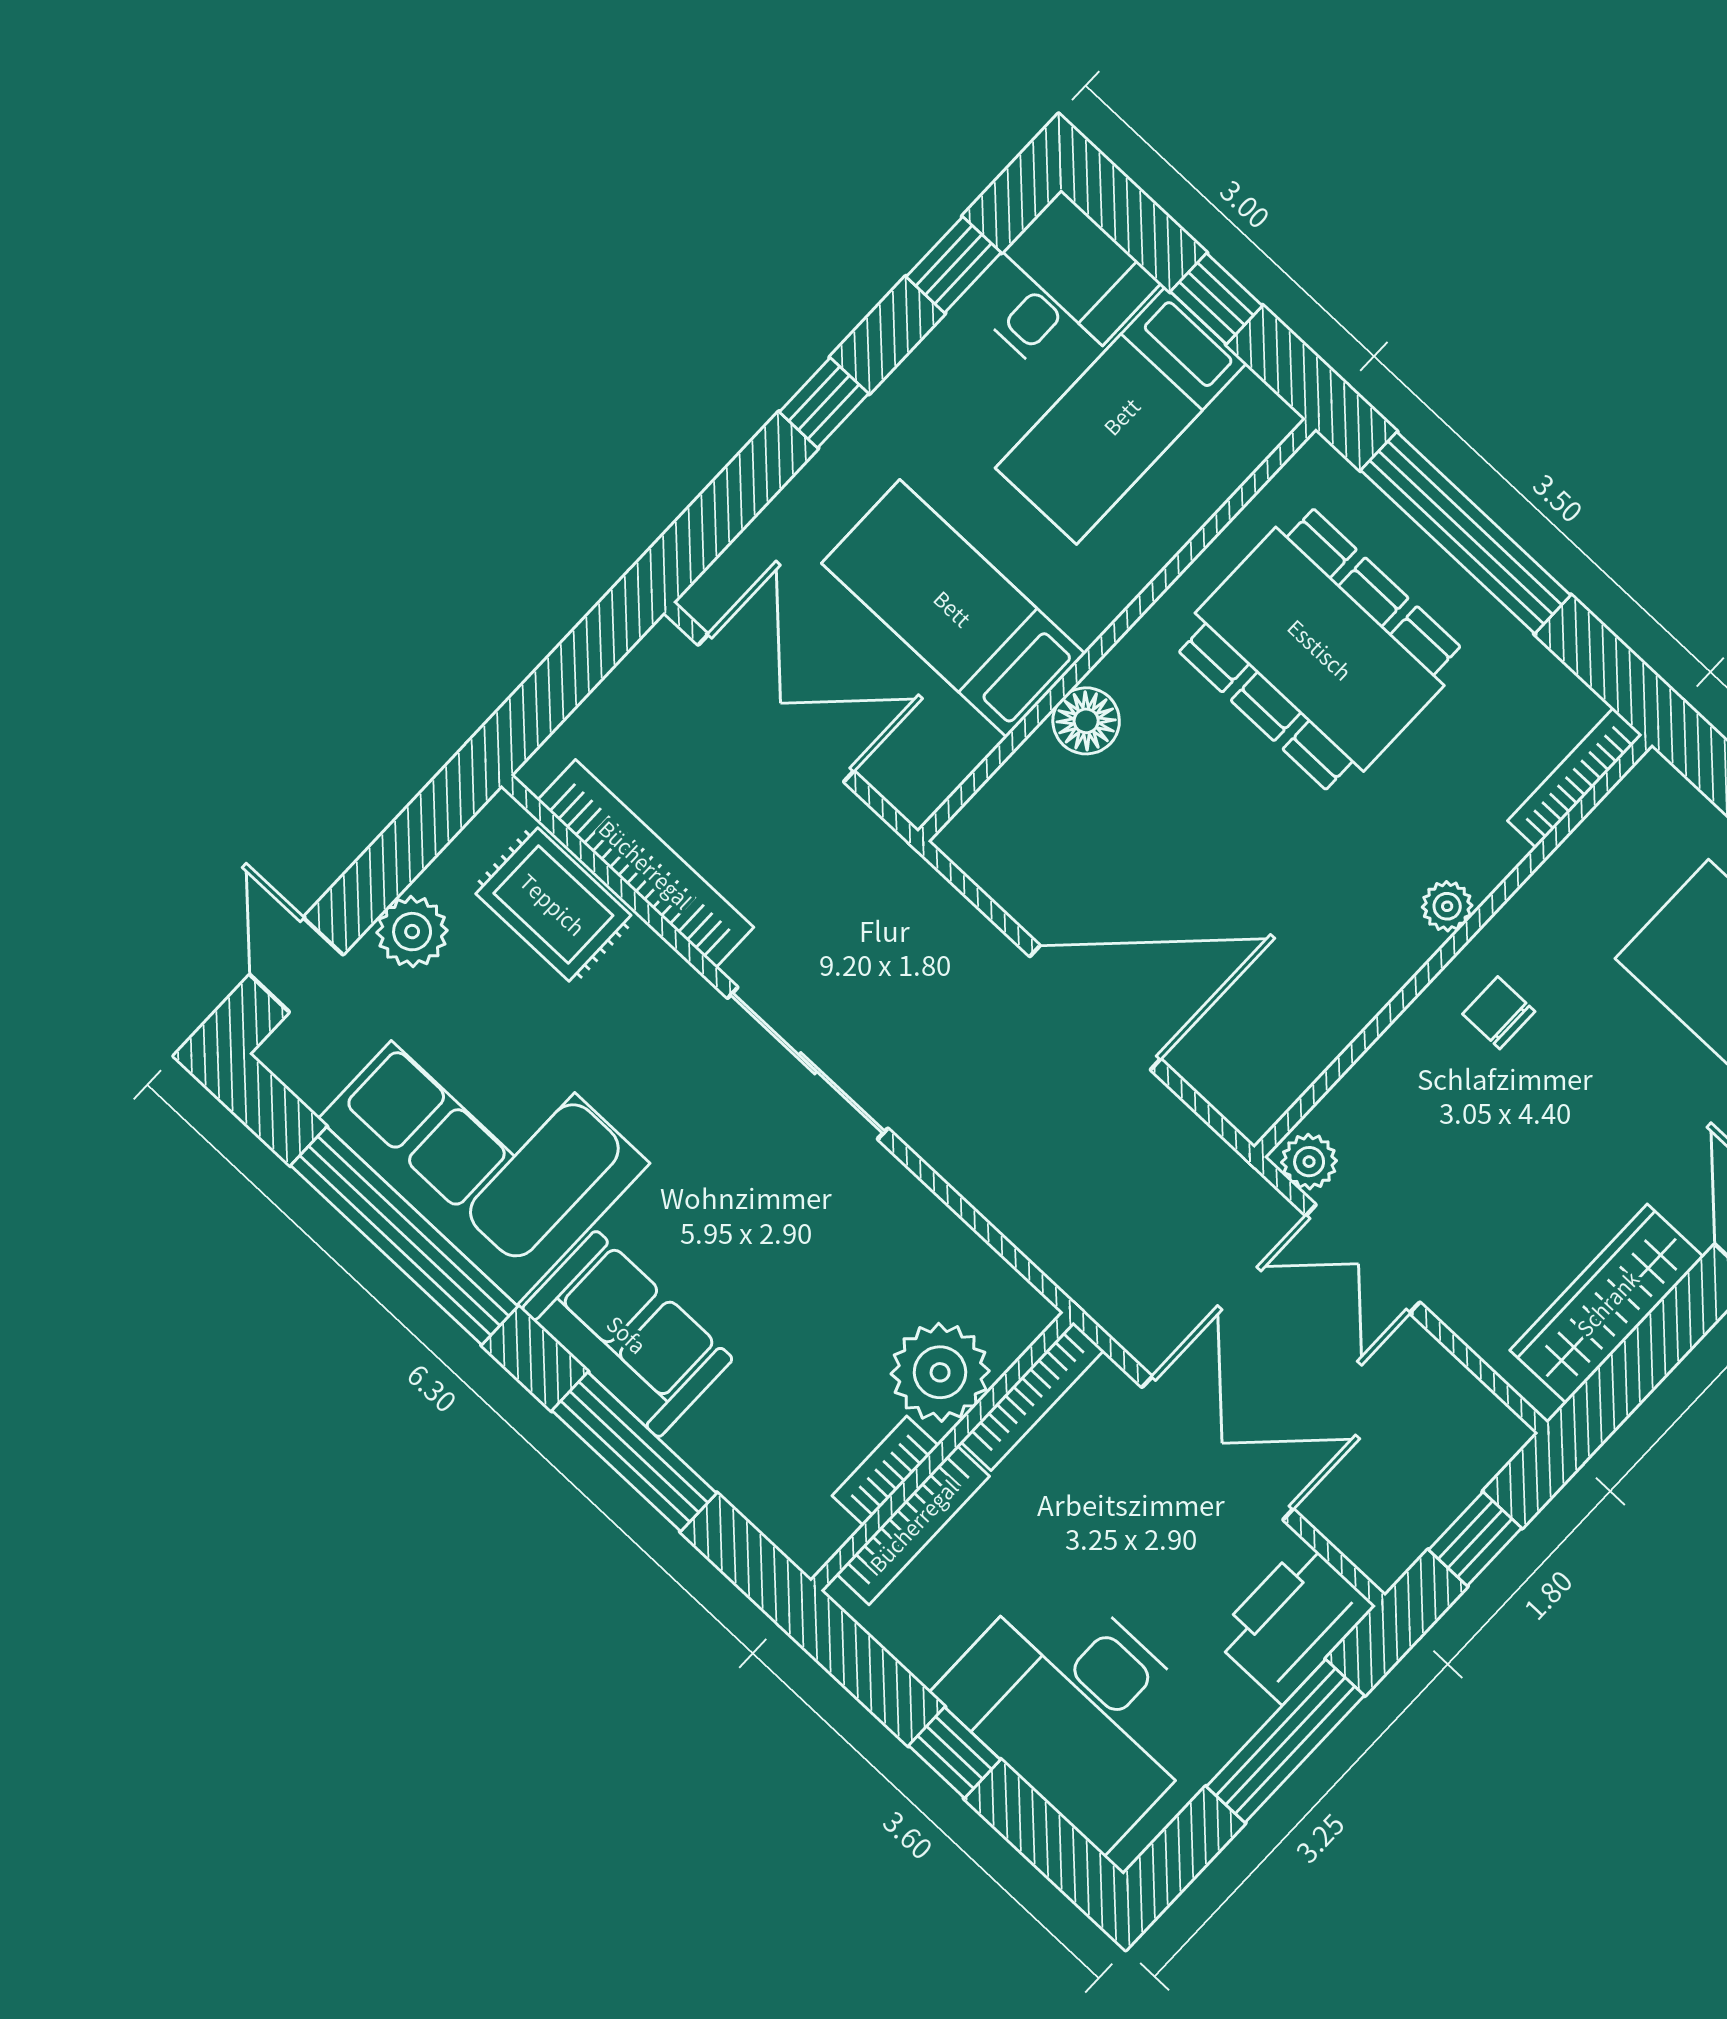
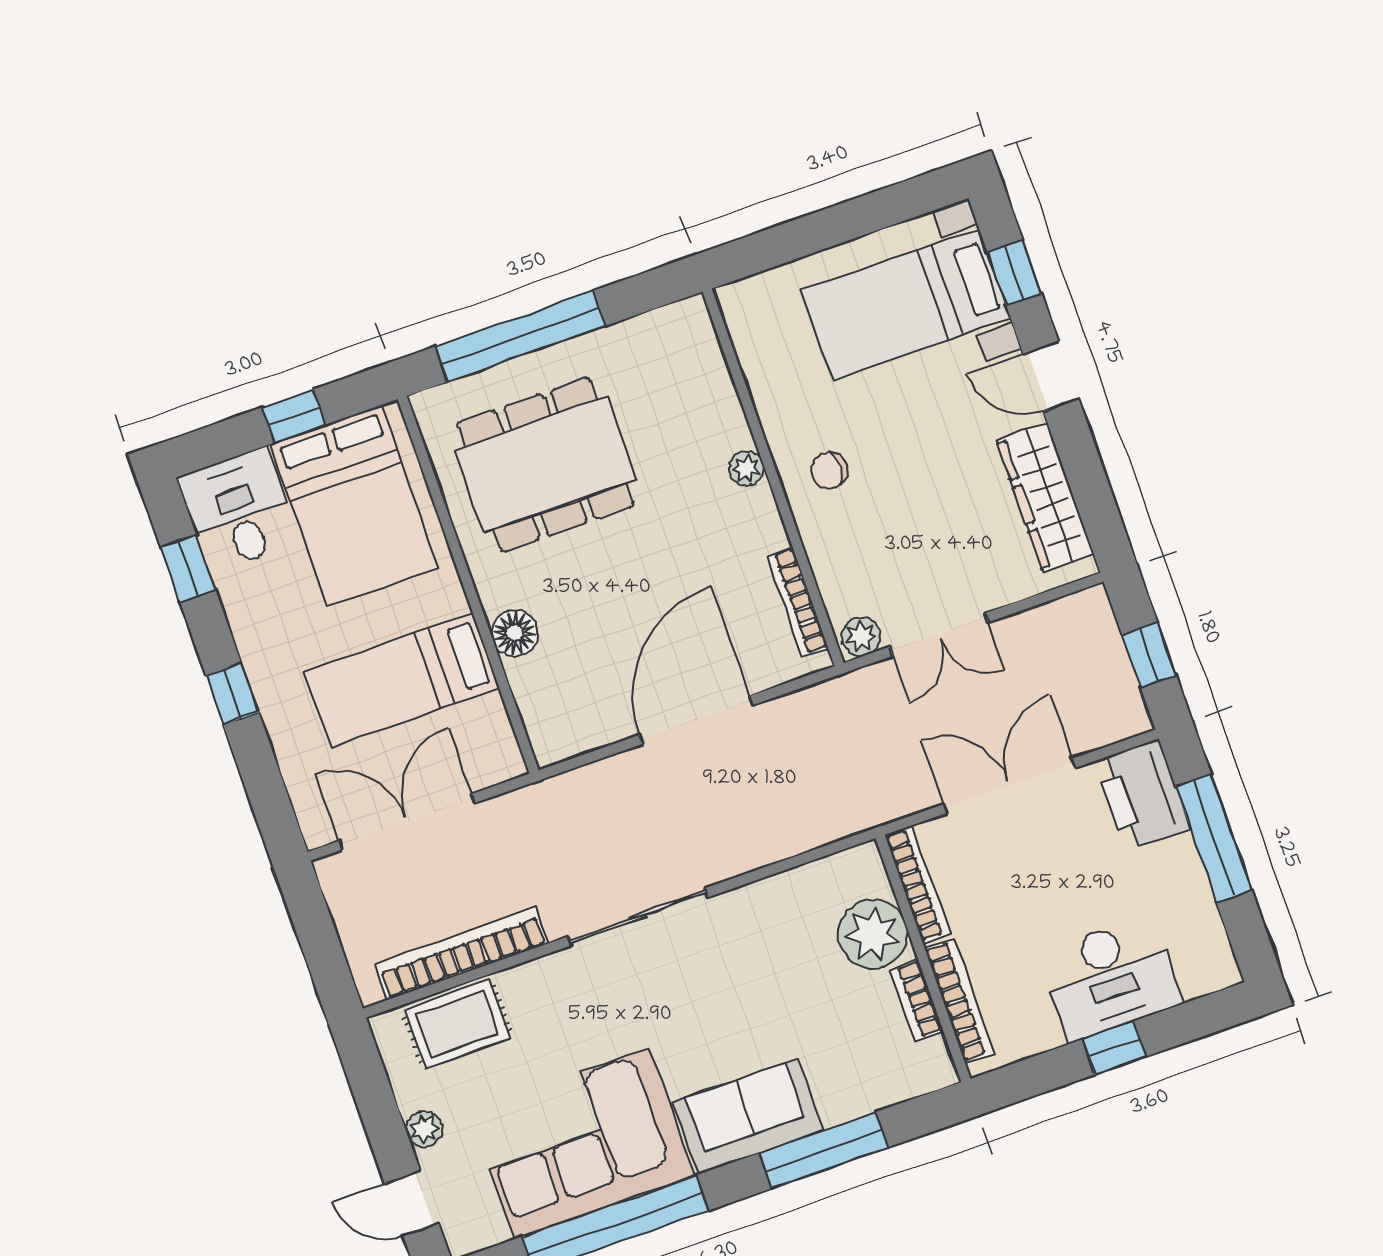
bed: (1121, 416) -> (354, 507), width x1.50
bookcase: (1575, 778) -> (797, 602), moved
plant: (412, 932) -> (424, 1129), width x0.73, depth x0.73
desk: (1078, 1709) -> (1111, 978), width x0.73, depth x0.77

